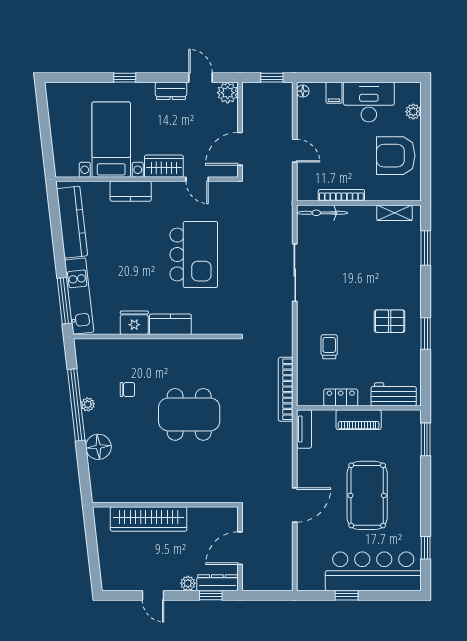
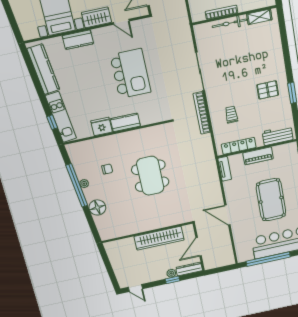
bicycle: (322, 213) -> (229, 23), moved
window: (426, 248) -> (284, 36), removed
window: (64, 301) -> (52, 122), width x0.46
bookcase: (286, 389) -> (202, 113), moved
locker: (341, 397) -> (239, 146), width x1.53
dining table: (189, 414) -> (150, 176), turned 90
door: (295, 505) -> (227, 215), swing flipped
wardrobe: (149, 519) -> (159, 238), moved
door: (153, 595) -> (135, 288), moved
window: (211, 595) -> (173, 280), moved
window: (347, 595) -> (268, 259), width x3.17

